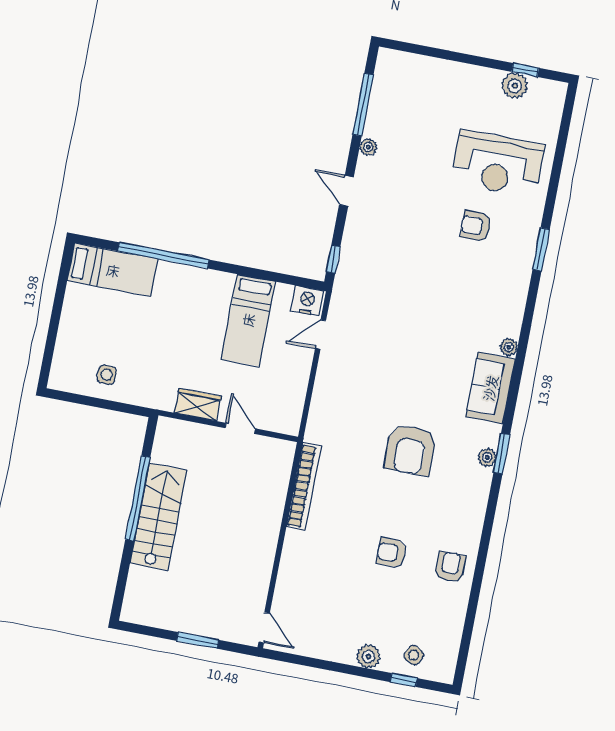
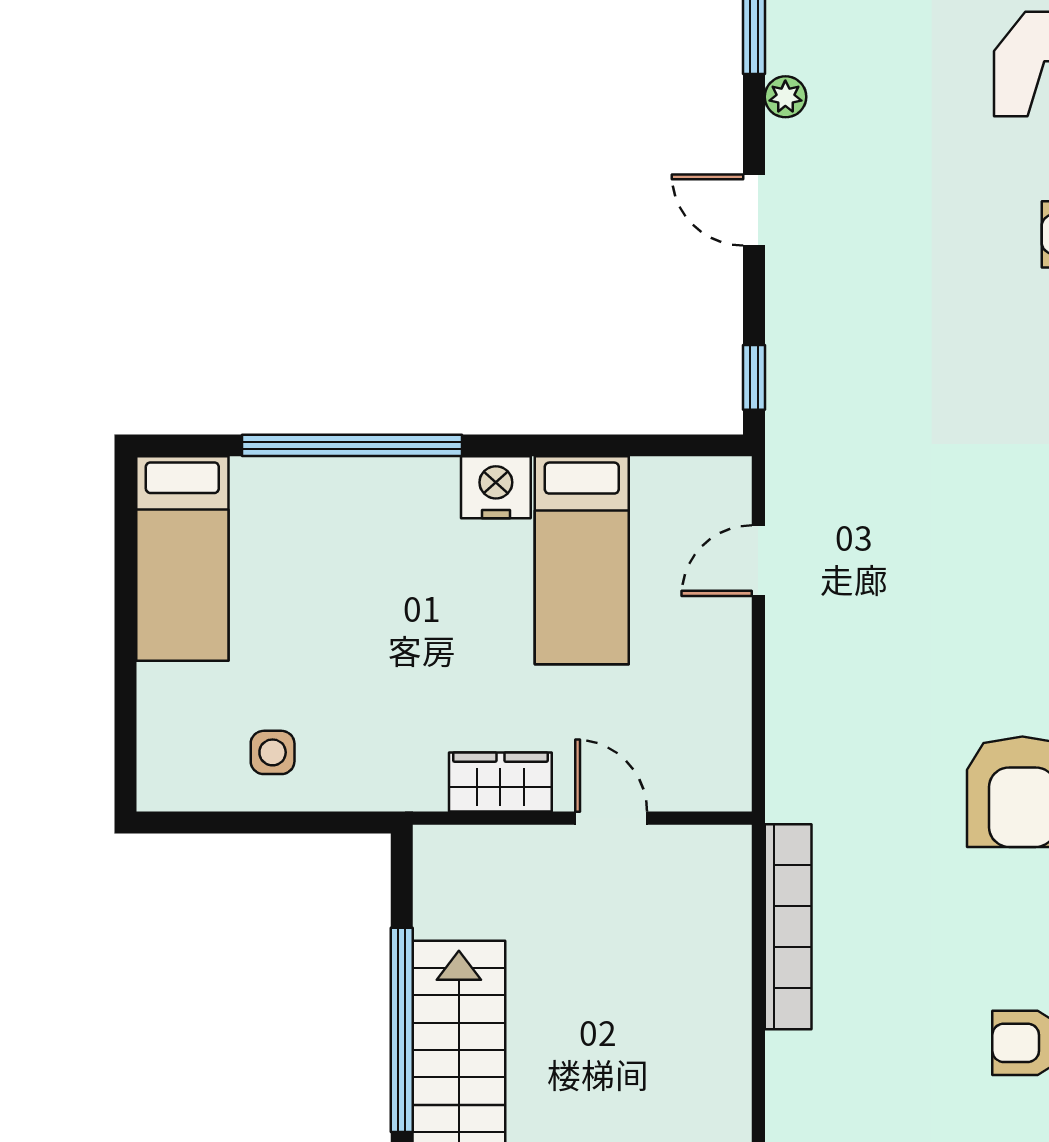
bed: (113, 270) -> (182, 559), moved, turned 90
nightstand: (307, 301) -> (496, 487), moved

